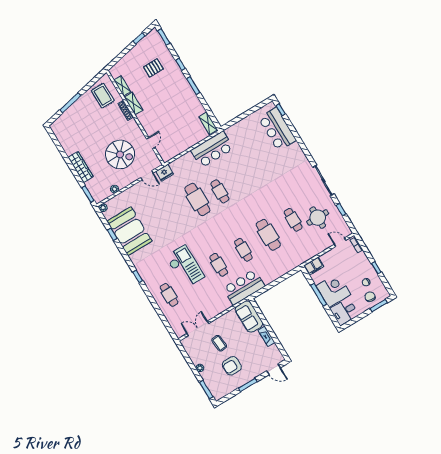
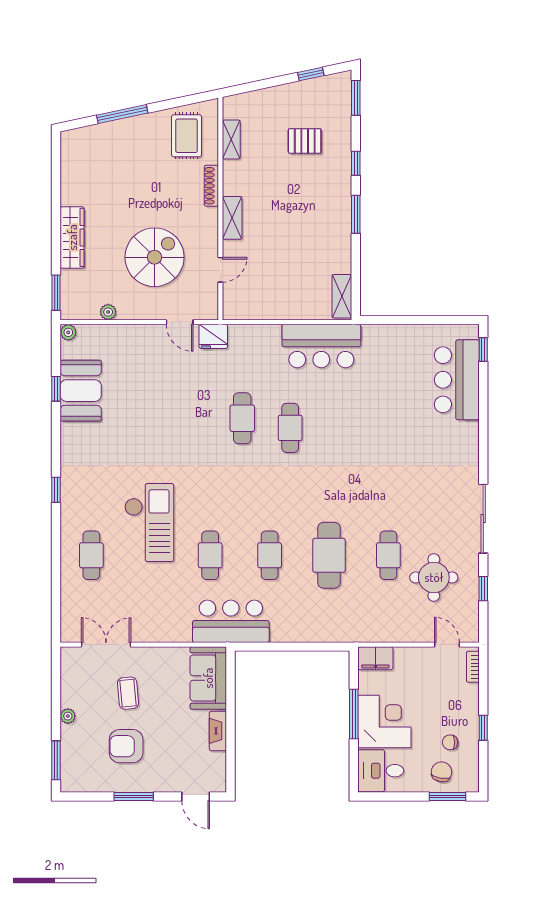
shelving: (134, 104) -> (232, 218), moved
spiral stairs: (120, 154) -> (155, 257), turned -90
cafe table: (197, 200) -> (242, 418), width x0.73, depth x0.74
booth: (129, 231) -> (81, 391), width x0.73, depth x0.70

